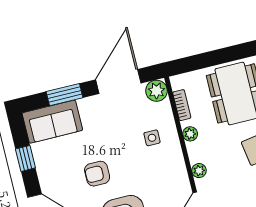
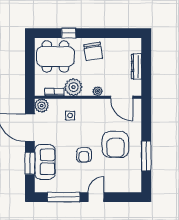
sofa: (52, 122) -> (45, 162), moved
plant: (190, 134) -> (73, 87), width x1.88, depth x1.88
window: (25, 158) -> (64, 197), width x2.17

